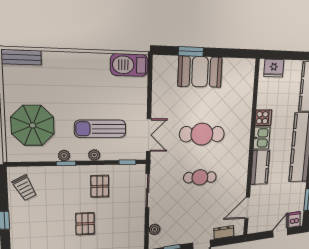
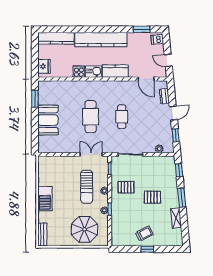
window: (191, 51) -> (35, 99), moved
barbecue: (129, 65) -> (45, 199), moved
trolley: (25, 188) -> (144, 234), moved
door: (280, 233) -> (168, 60), moved

